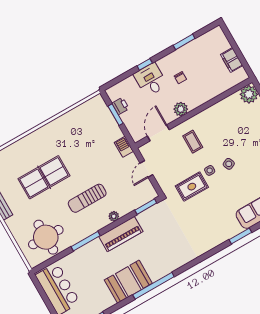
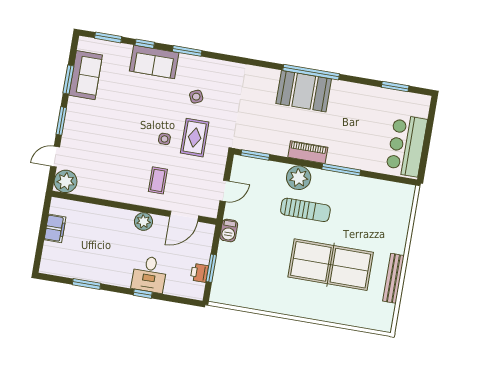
chair: (180, 78) -> (119, 252), removed
side table: (229, 164) -> (196, 97), moved
table tennis table: (44, 177) -> (331, 265), width x1.36, depth x1.32
rug: (192, 187) -> (195, 138), turned 90
plant: (114, 216) -> (299, 178), width x1.88, depth x1.88
piano: (121, 234) -> (308, 152), width x0.73, depth x0.75
round table: (46, 237) -> (377, 205), removed
booth: (128, 282) -> (304, 91), moved

